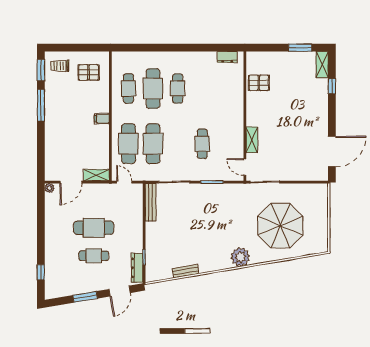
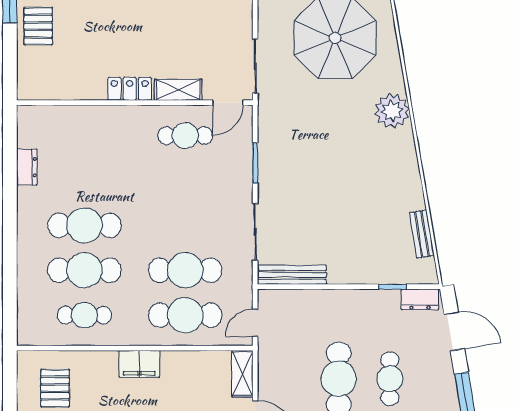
dresser: (227, 57) -> (27, 167), moved
pallet: (259, 83) -> (38, 26), moved
cafe table: (178, 89) -> (84, 225), width x1.37, depth x1.35
locker: (252, 113) -> (130, 89), added
filing cabinet: (102, 119) -> (139, 364), width x2.00
cafe table: (202, 144) -> (185, 136), moved
dresser: (137, 268) -> (420, 299), width x0.70
bench: (186, 271) -> (422, 234), moved

